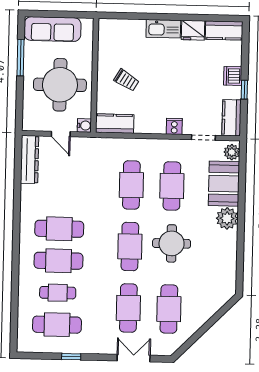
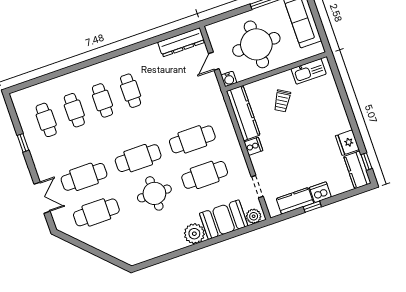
window: (219, 18) -> (367, 162), added
kitchen sink: (163, 29) -> (309, 71), moved, turned -90
kitchen counter: (231, 118) -> (295, 201), moved
kitchen counter: (115, 124) -> (243, 113), width x1.50
cooker: (174, 126) -> (253, 146), moved
cafe table: (59, 229) -> (131, 91), width x0.73, depth x0.74
cafe table: (58, 261) -> (102, 100), width x0.73, depth x0.74
cafe table: (57, 325) -> (46, 120), width x0.73, depth x0.74

